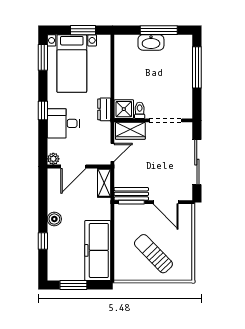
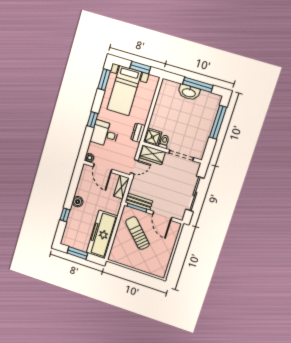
door: (73, 166) -> (103, 168), hinge flipped
sun lounger: (153, 254) -> (137, 233), moved

